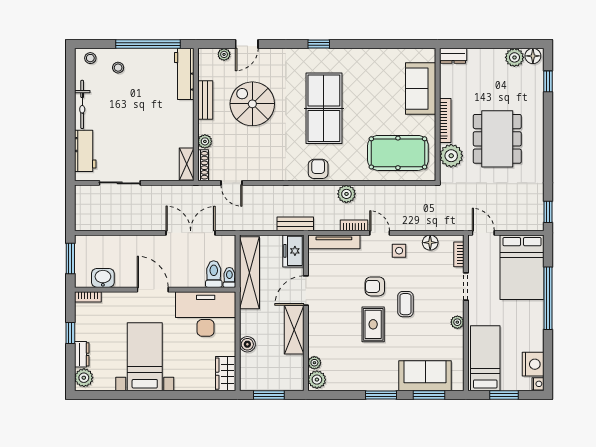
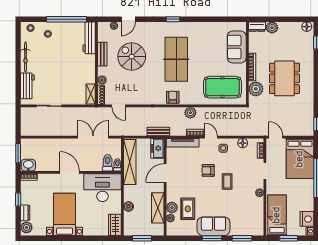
plant: (514, 57) -> (272, 28), moved
washbasin: (103, 278) -> (28, 165), moved
rug: (373, 324) -> (188, 209), moved
shelving: (294, 330) -> (158, 208), moved
sofa: (425, 376) -> (213, 226), moved
plant: (317, 380) -> (172, 208), moved

